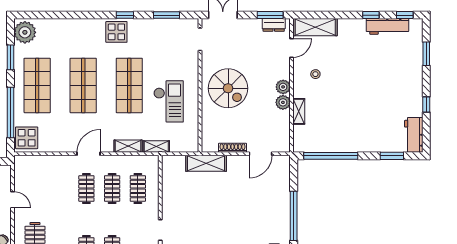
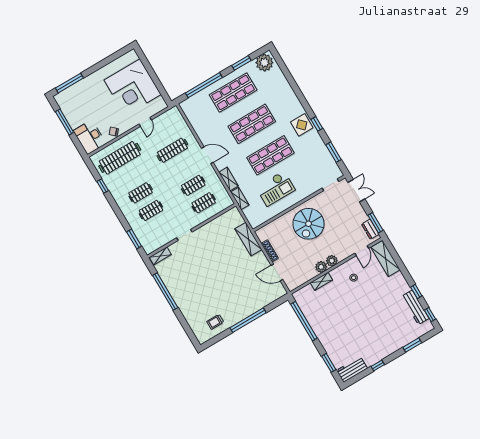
door: (292, 48) -> (362, 251), hinge flipped
display table: (27, 138) -> (193, 106), removed
clothes rail: (86, 189) -> (172, 150), moved, width x1.36

